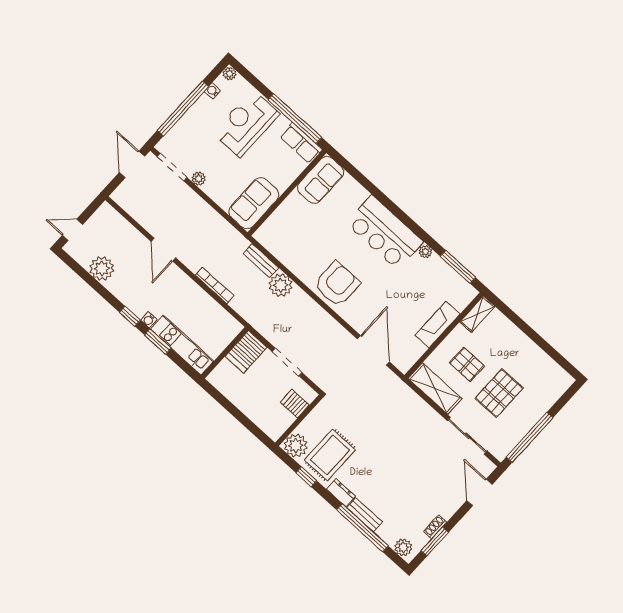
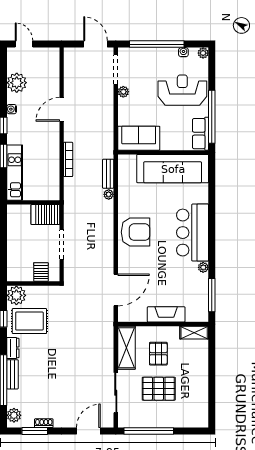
door: (132, 164) -> (96, 44), hinge flipped
sofa: (321, 180) -> (173, 169), width x1.85, depth x1.27
plant: (281, 285) -> (109, 194), width x0.53, depth x0.53
water cooler: (149, 320) -> (12, 109), moved

